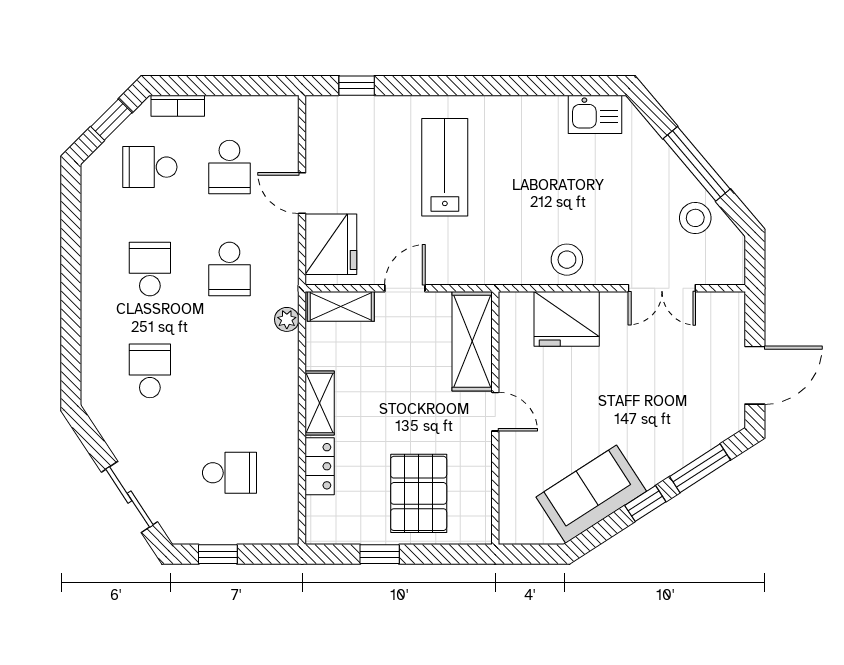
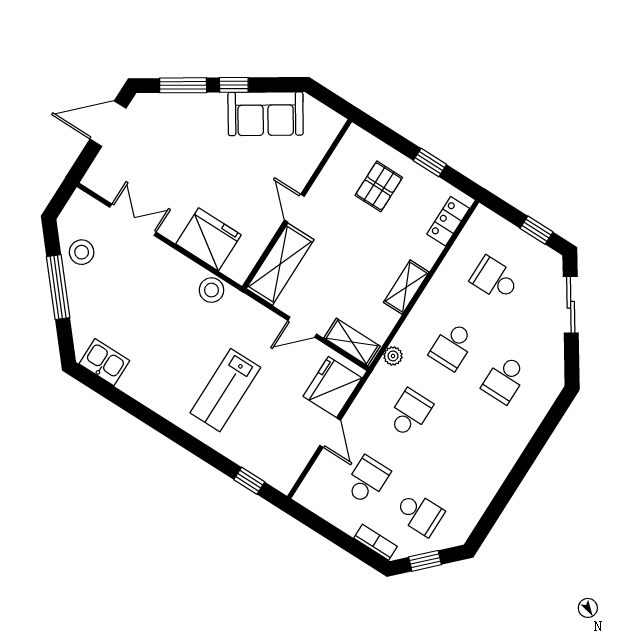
stool: (567, 260) -> (211, 290), moved
school desk: (150, 269) -> (452, 346), moved
locker: (320, 466) -> (448, 221), moved
pallet: (419, 493) -> (379, 186), width x0.67, depth x0.71

